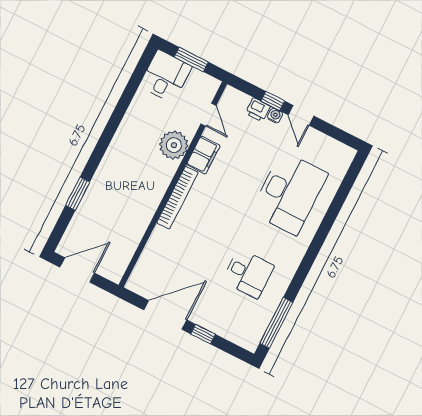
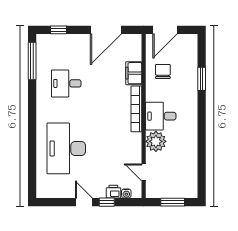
desk: (166, 76) -> (161, 116), moved, turned 90
water cooler: (275, 116) -> (126, 193), moved
filing cabinet: (203, 155) -> (134, 73), moved
chair: (121, 227) -> (163, 72), added
door: (77, 270) -> (165, 30), moved
window: (203, 334) -> (59, 30), moved

